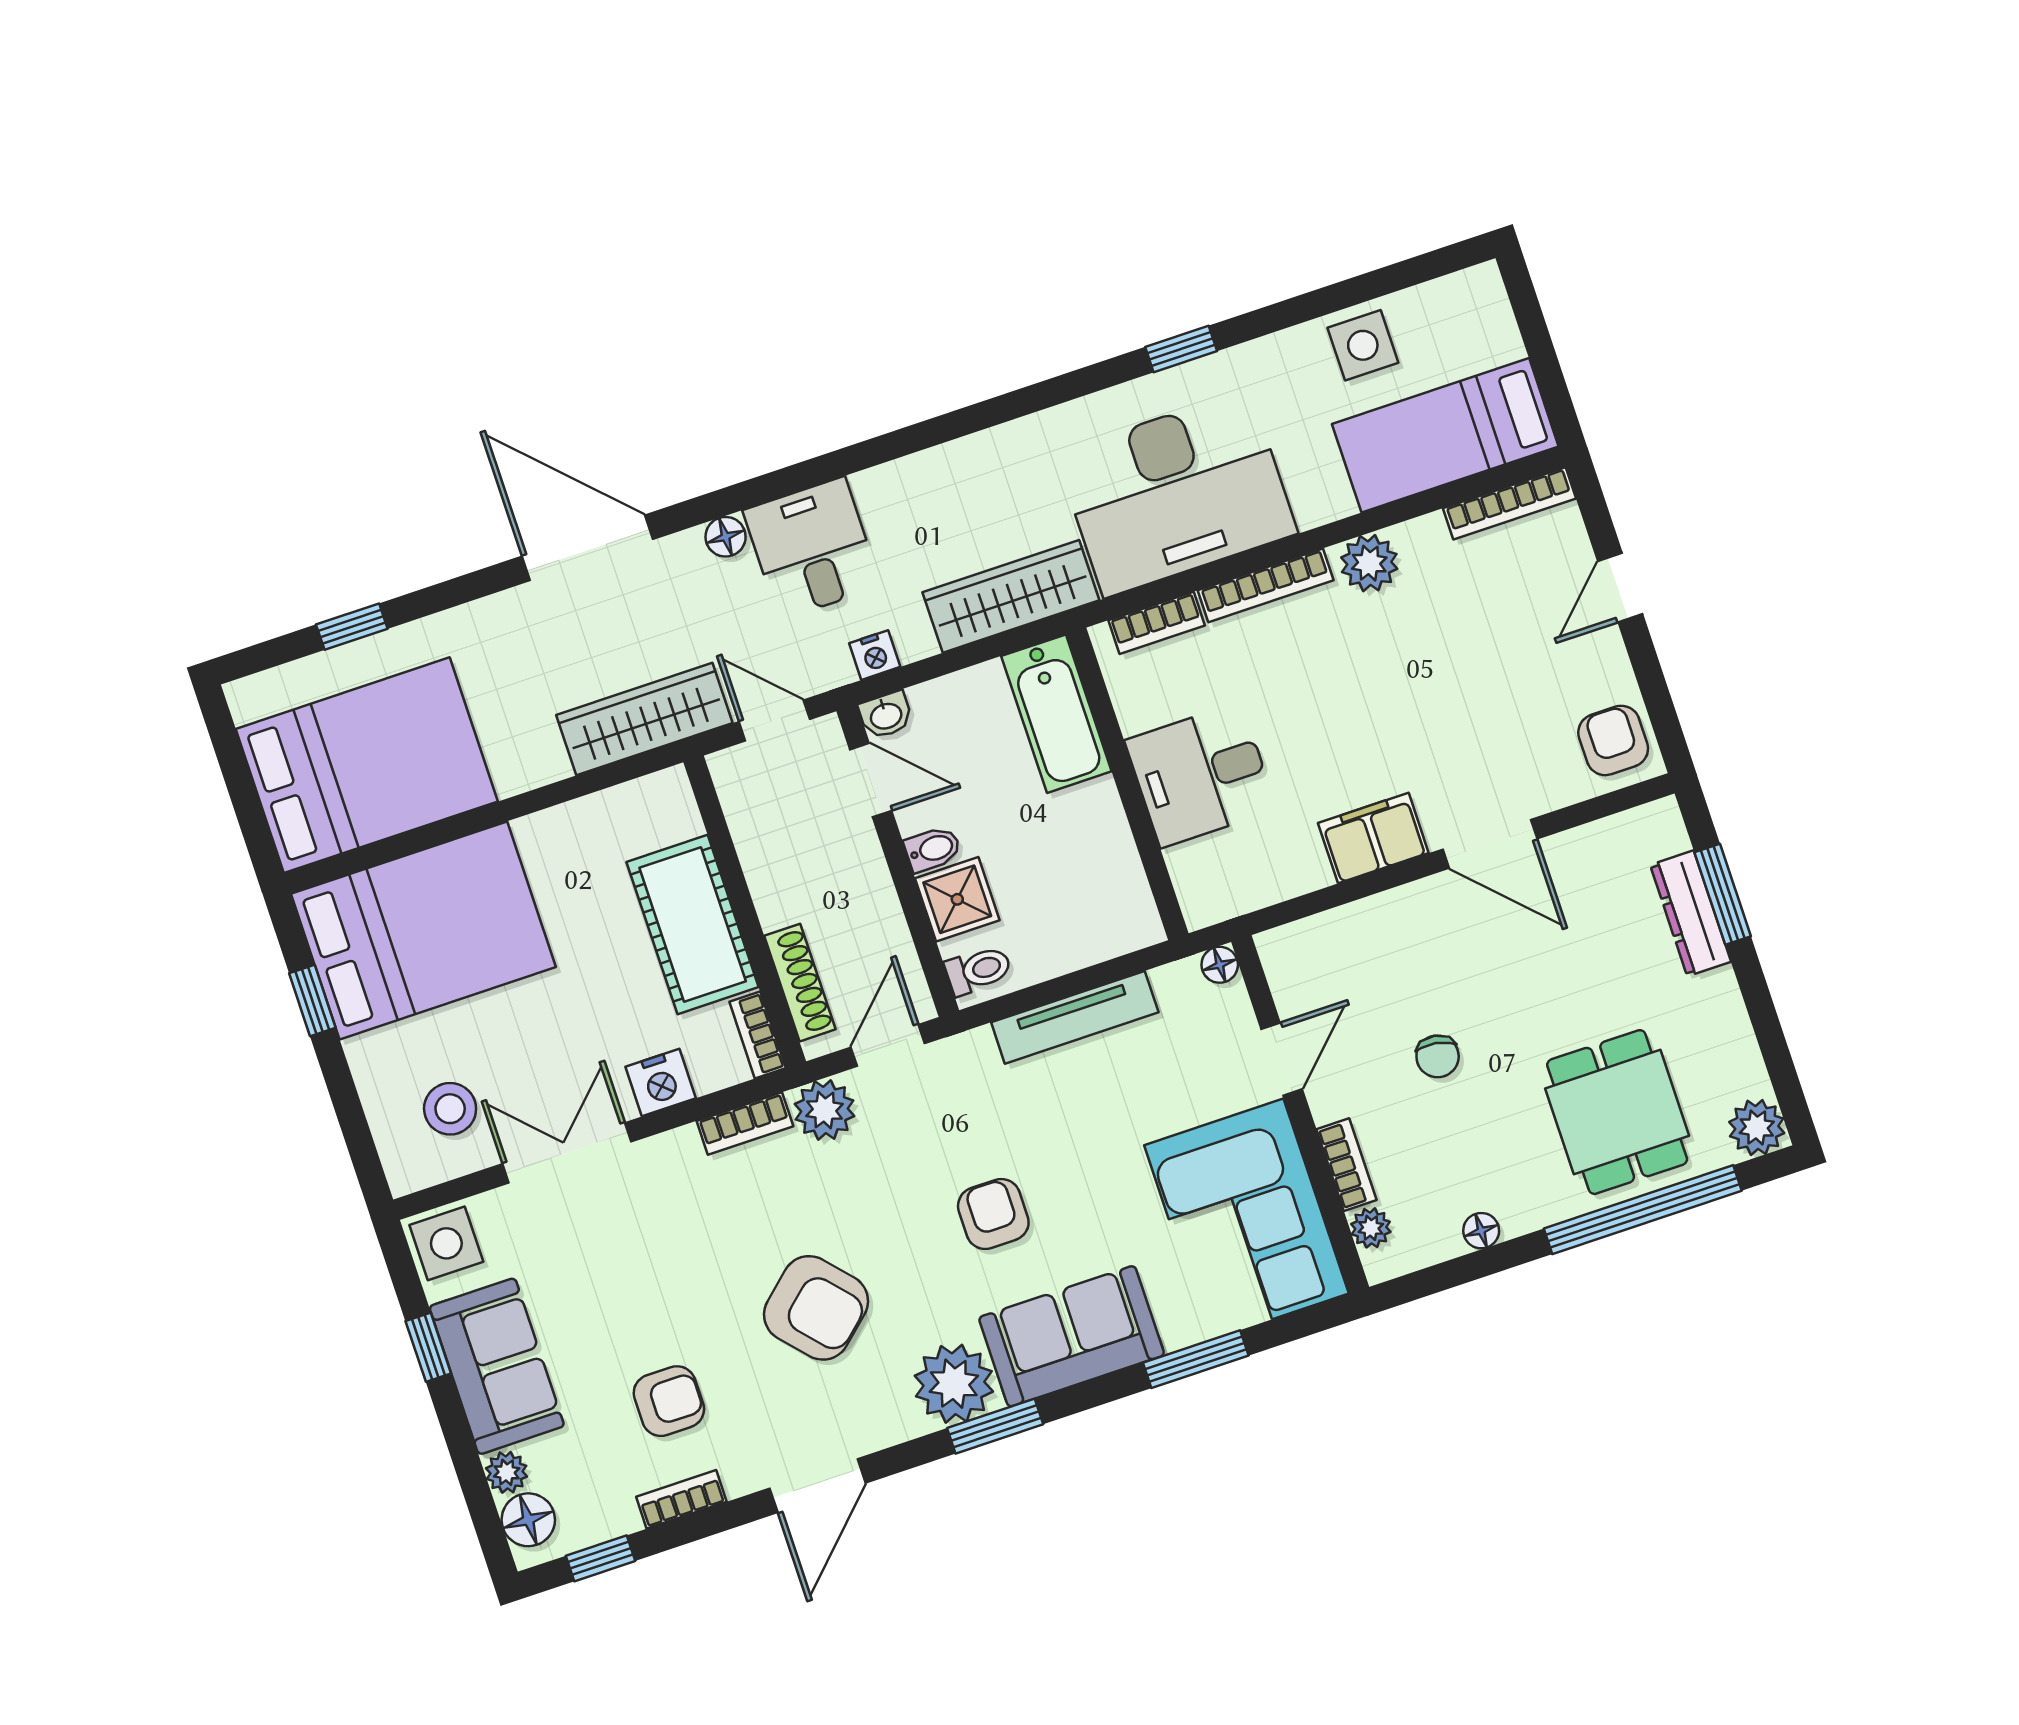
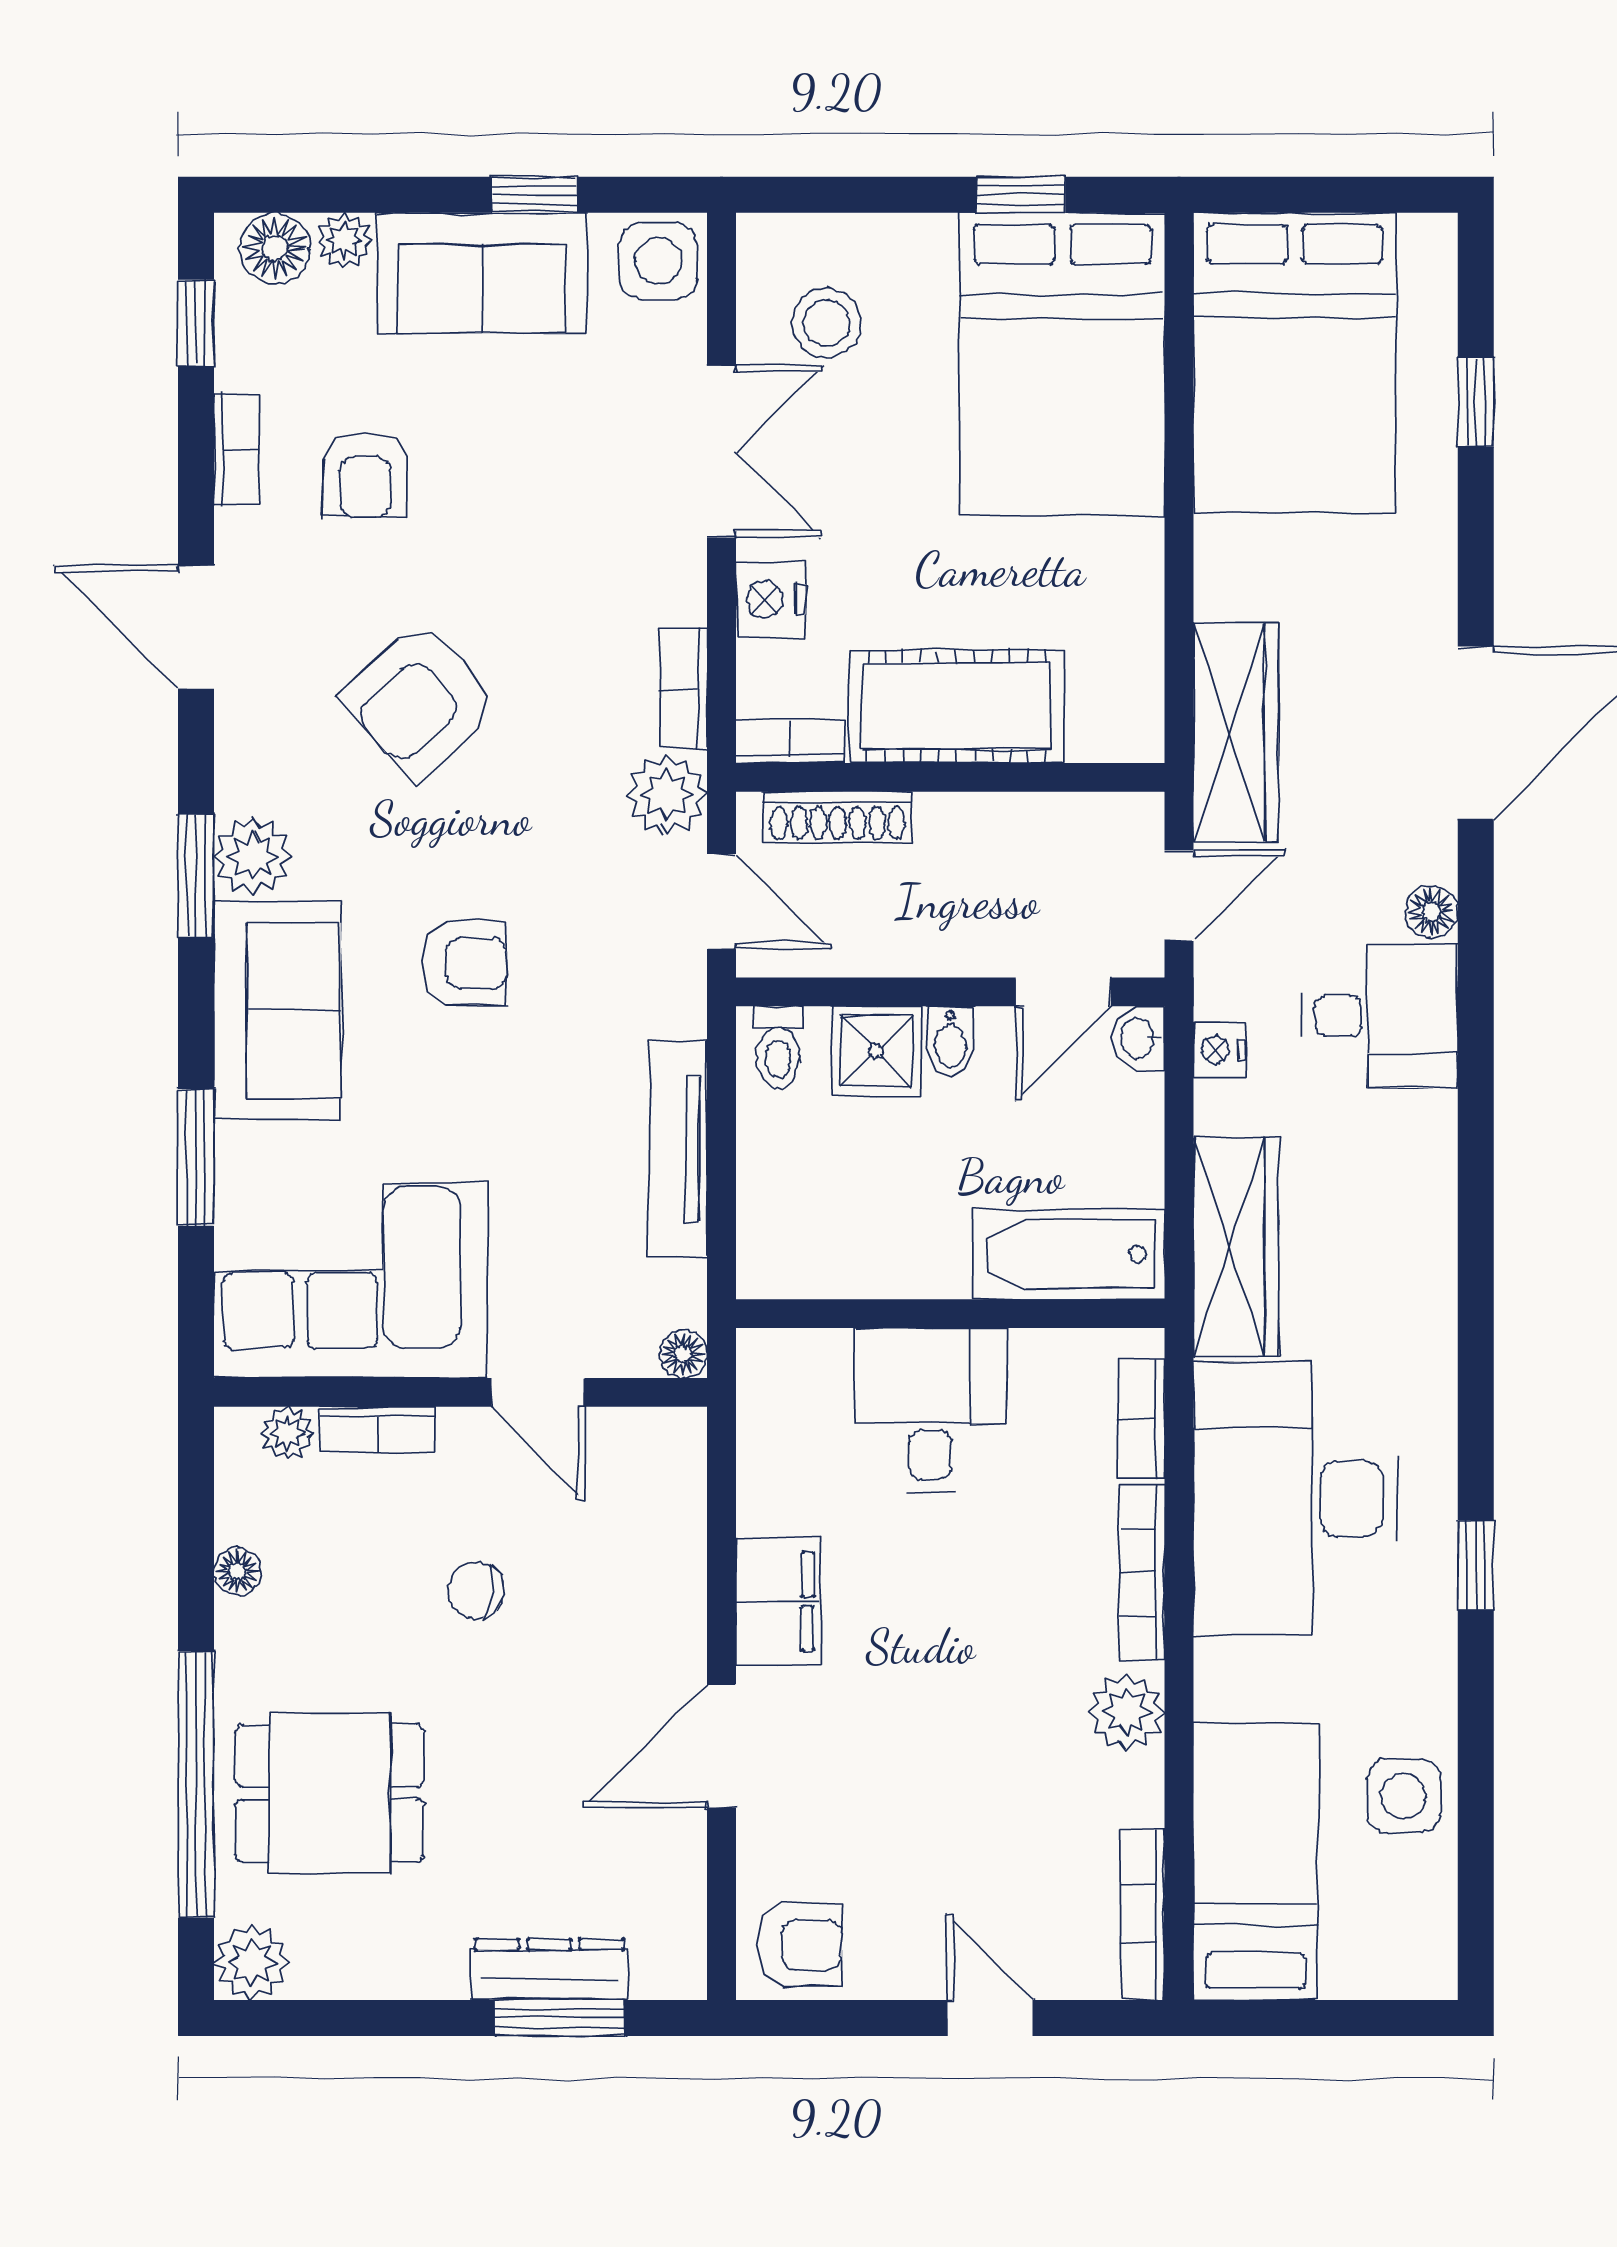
plant: (954, 1384) -> (253, 856), width x0.73, depth x0.73

